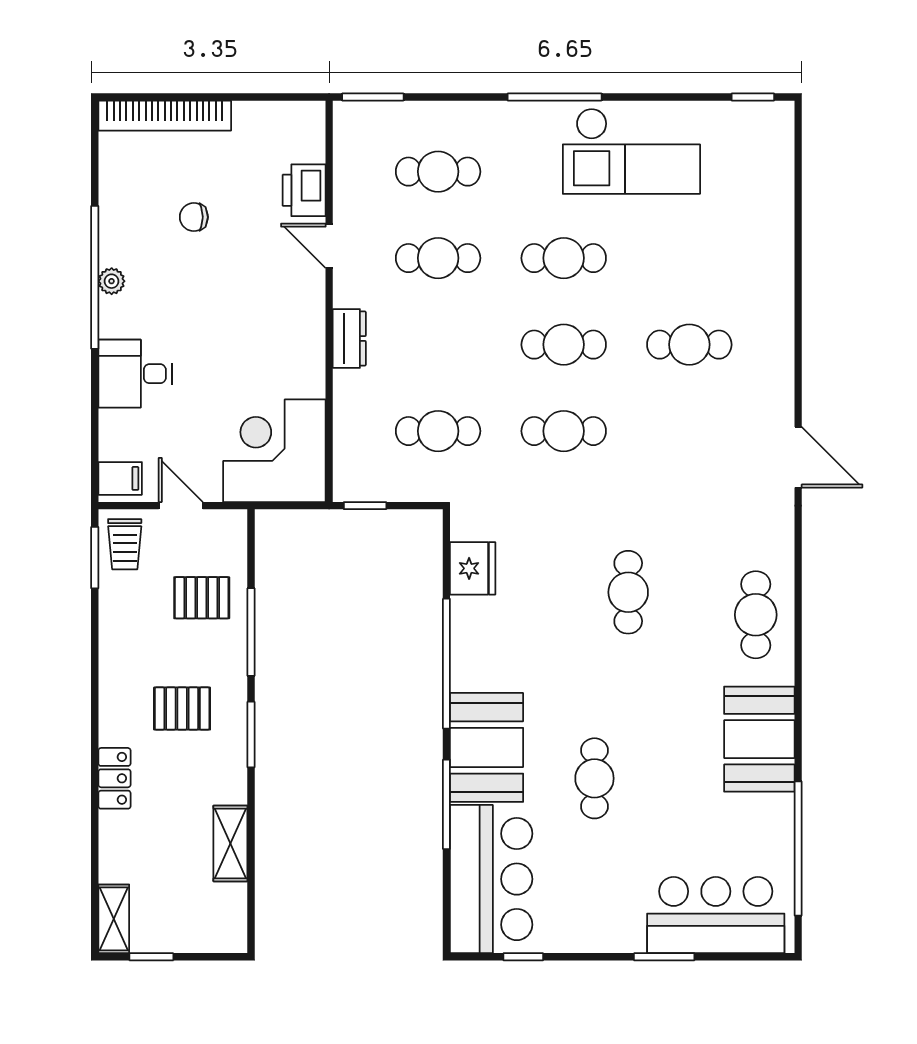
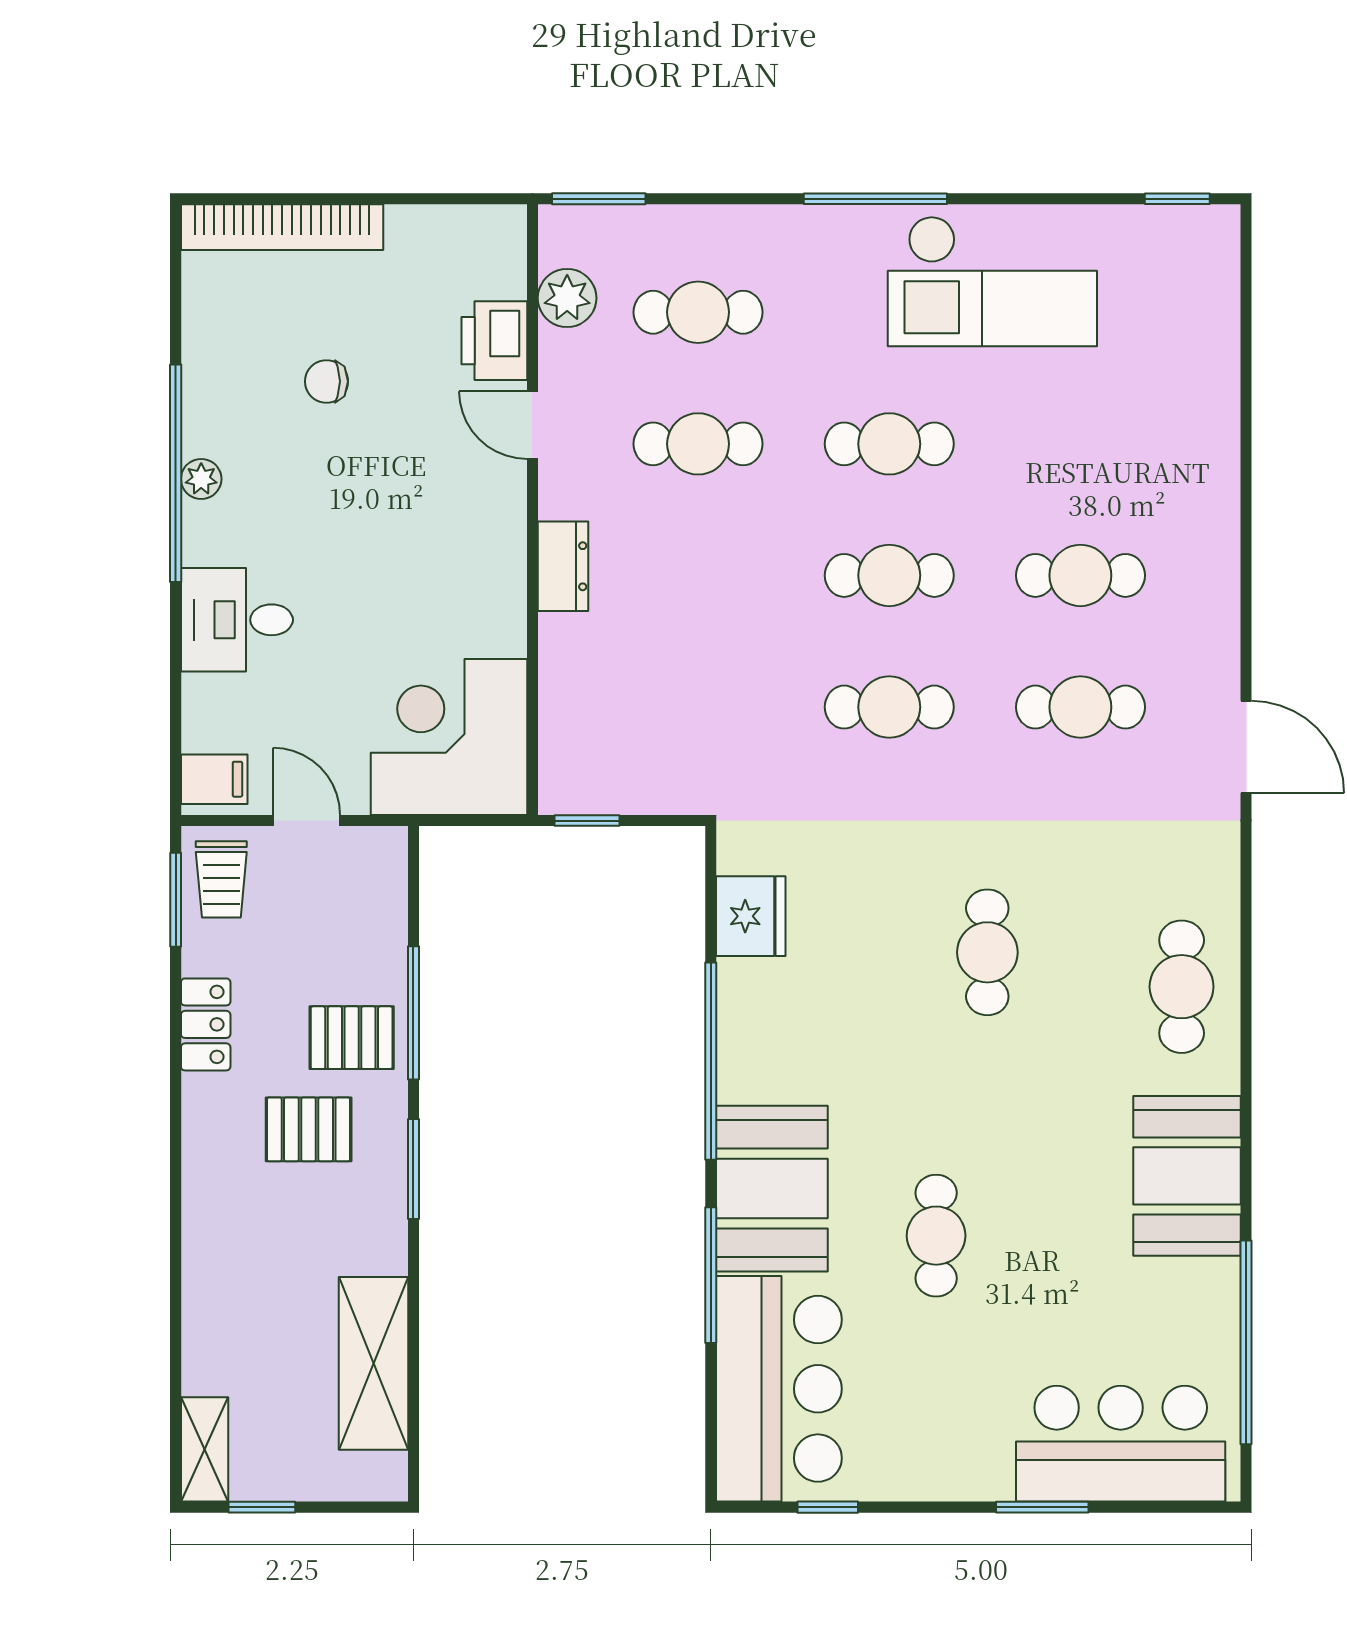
plant: (352, 162) -> (567, 298), added
cafe table: (438, 431) -> (1080, 707), moved
pallet: (202, 598) -> (352, 1038), moved
locker: (114, 778) -> (206, 1024), moved
shelving: (230, 843) -> (373, 1363), width x1.50, depth x1.33

